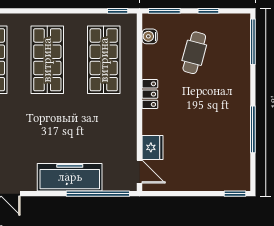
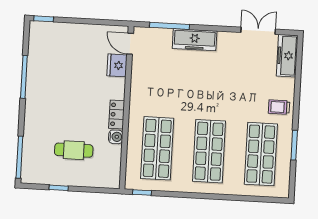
window: (164, 11) -> (99, 190), removed
water cooler: (150, 36) -> (116, 137), moved
cafe table: (194, 53) -> (74, 150), turned 75
freezer: (70, 177) -> (195, 40), width x0.73, depth x0.79
window: (98, 194) -> (169, 26), width x0.68

